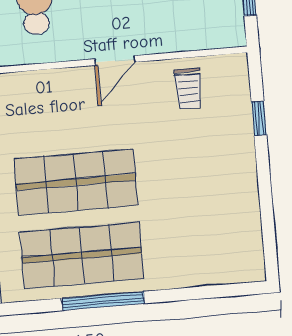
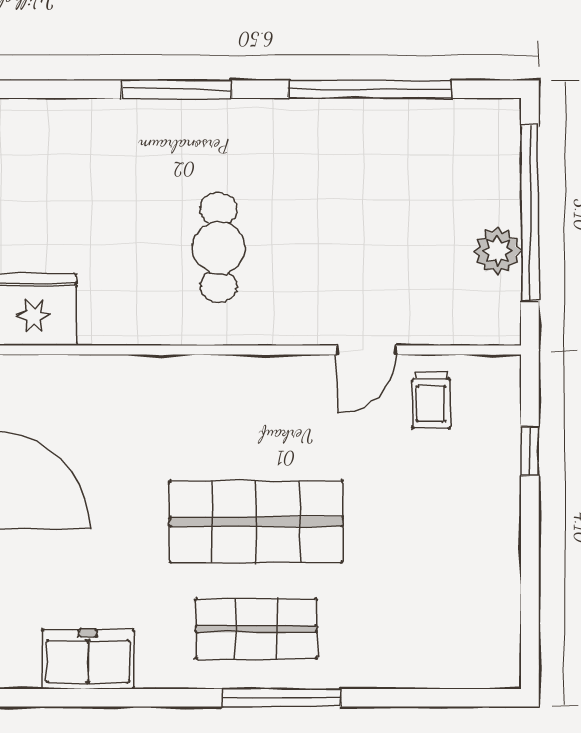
door: (115, 60) -> (366, 350), moved
shop shelf: (82, 255) -> (256, 629), width x0.70, depth x0.74

